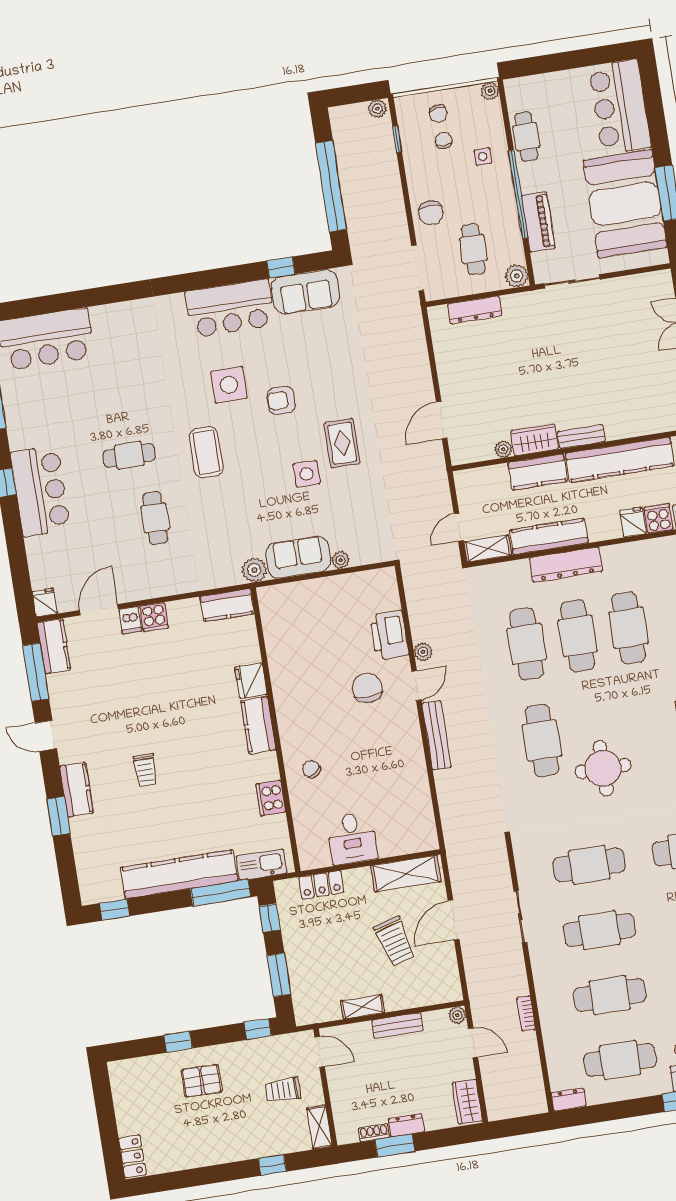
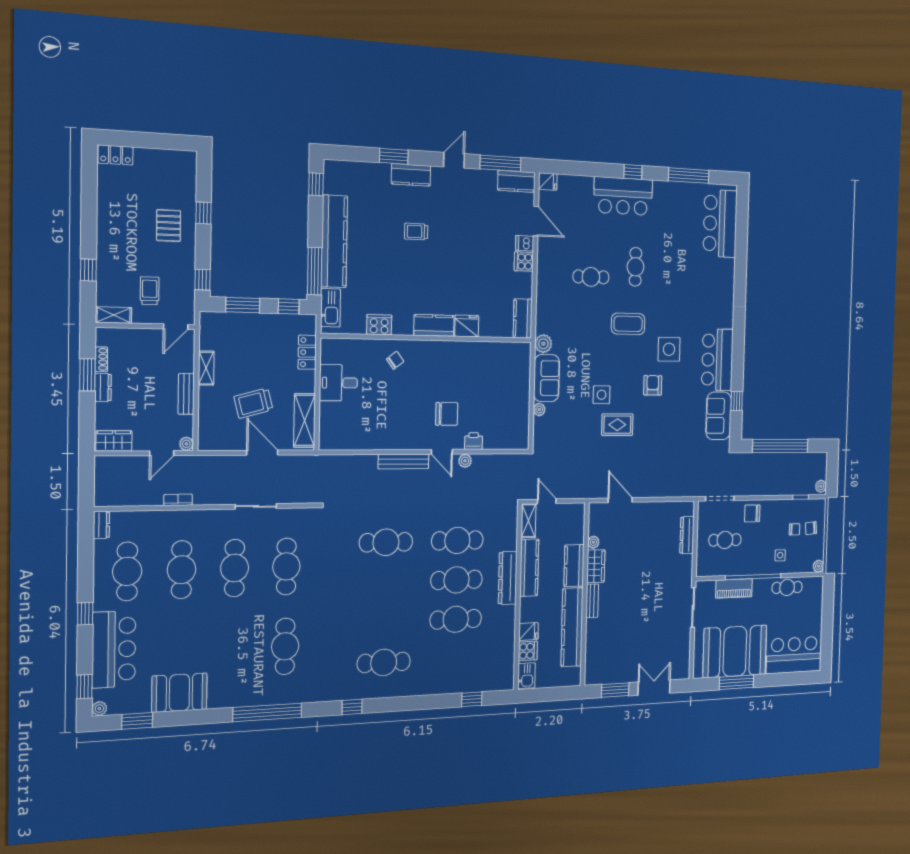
plant: (517, 276) -> (703, 568), removed
printer: (389, 635) -> (474, 441), width x0.53, depth x0.68
round table: (603, 768) -> (357, 587), removed

